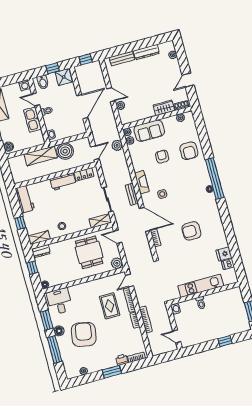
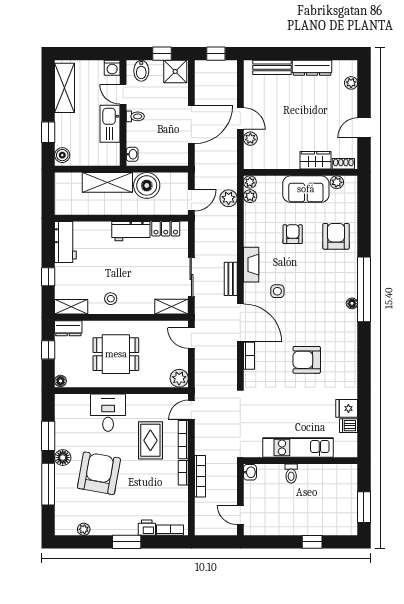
sofa: (149, 131) -> (306, 189), moved
armchair: (189, 151) -> (336, 236), turned 180
dining table: (89, 252) -> (116, 354), moved, turned 90
desk: (60, 301) -> (108, 413), moved

